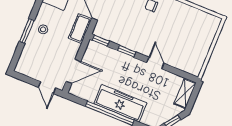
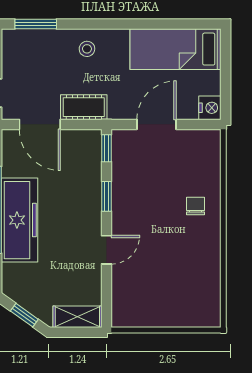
cot: (80, 29) -> (84, 107), moved
window: (27, 31) -> (36, 24), moved

